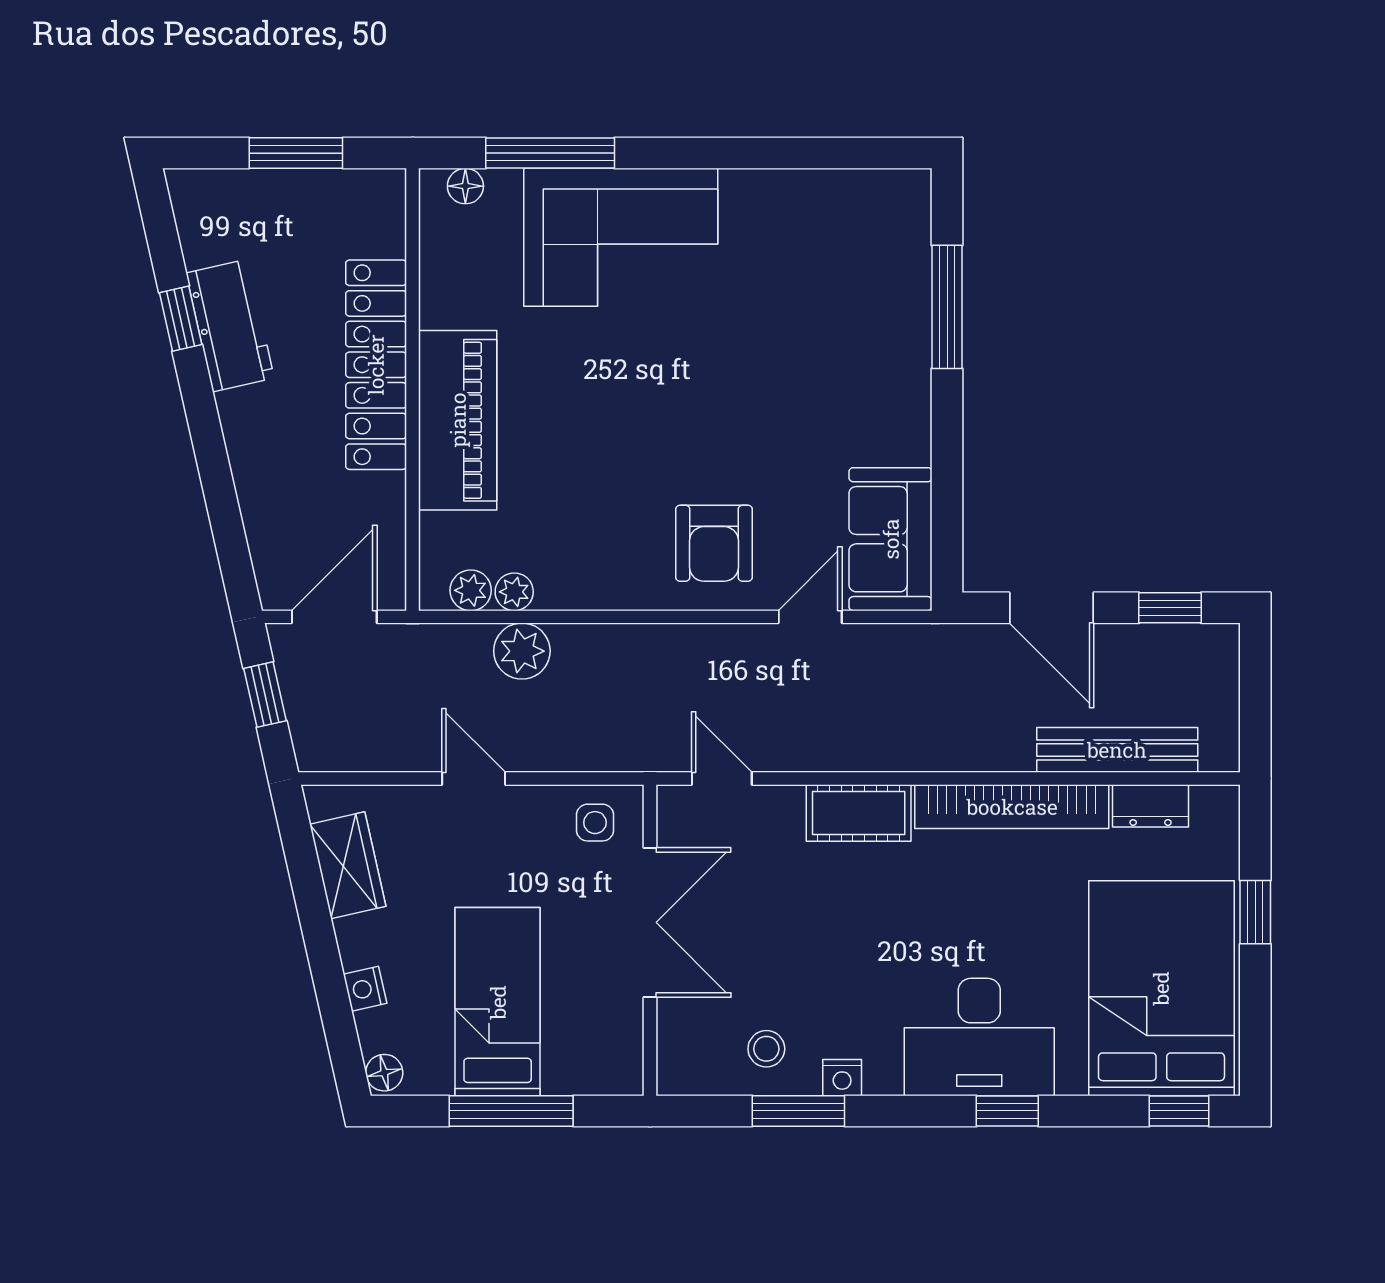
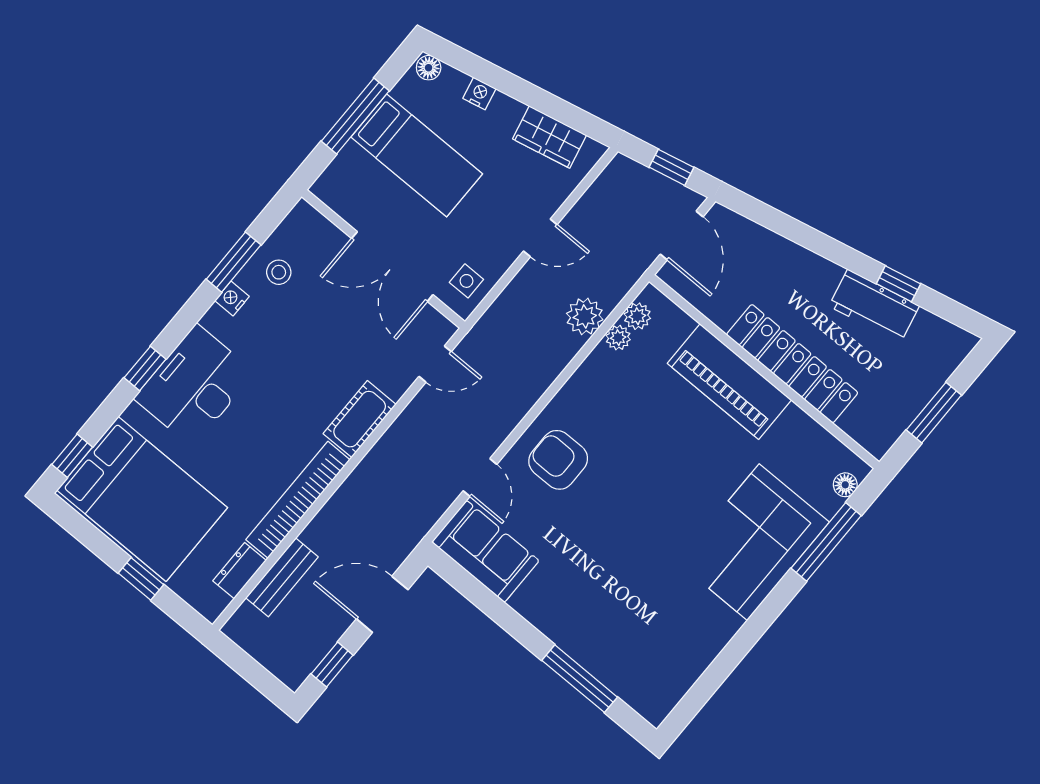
bench: (1117, 750) -> (282, 577), width x0.73

